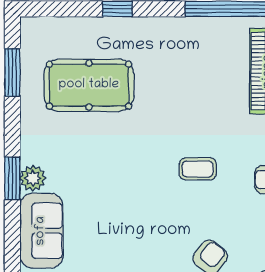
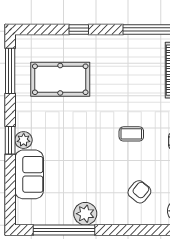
window: (12, 72) -> (10, 71), width x1.44

